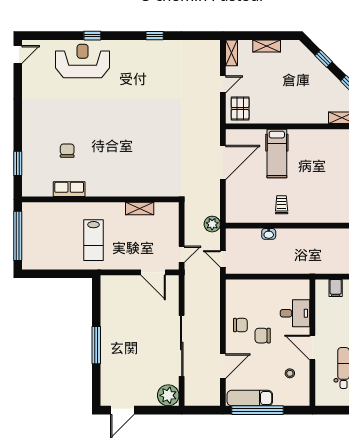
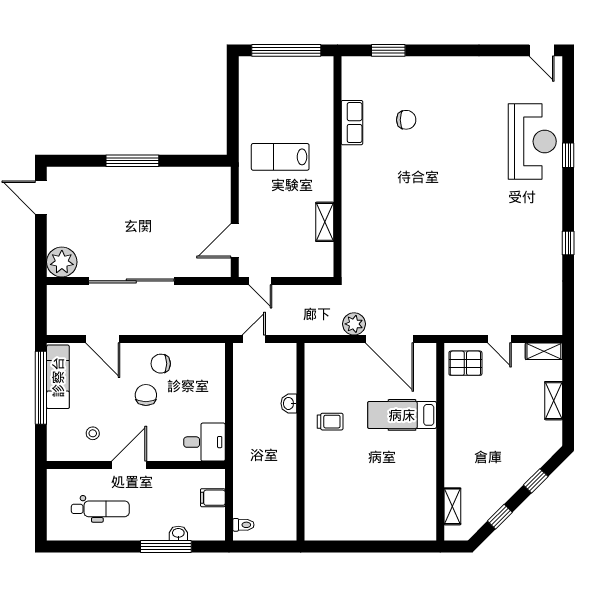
plant: (212, 224) -> (354, 324), moved
desk: (295, 313) -> (204, 442), moved, turned -90
chair: (240, 325) -> (161, 364), turned 90

